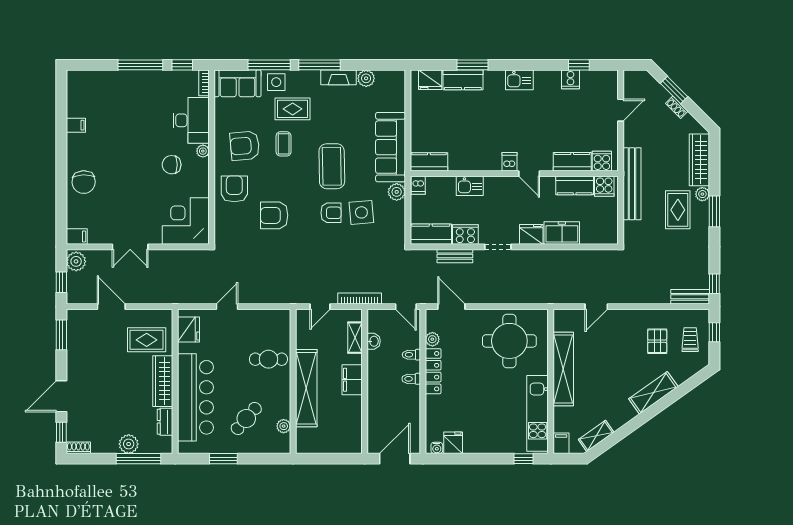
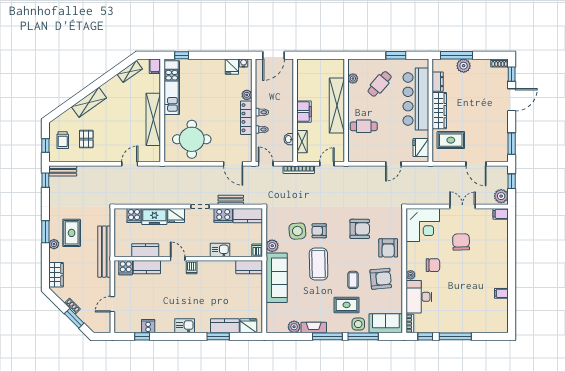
wardrobe: (699, 160) -> (56, 275), width x0.67
chair: (84, 182) -> (461, 242), moved
cooker: (604, 186) -> (134, 215), moved, turned 180
plant: (432, 339) -> (247, 95), moved

